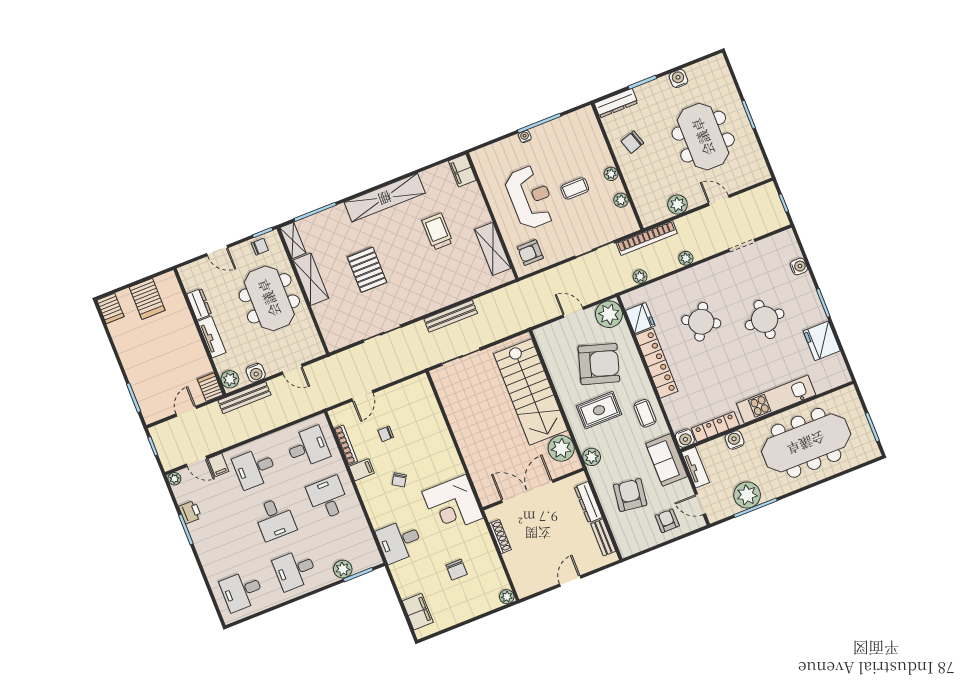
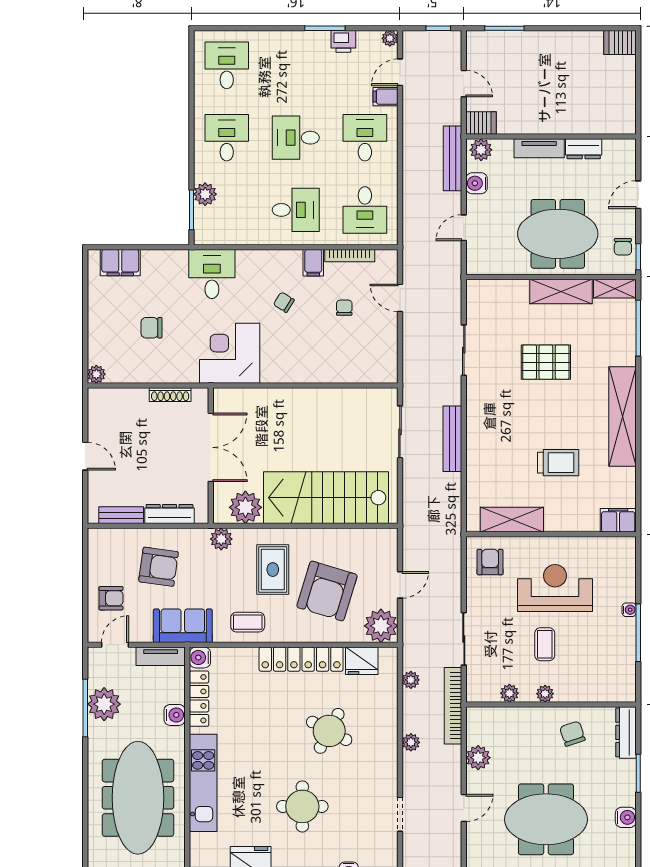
reception desk: (530, 197) -> (555, 588), turned 180
server rack: (147, 299) -> (614, 90), removed

